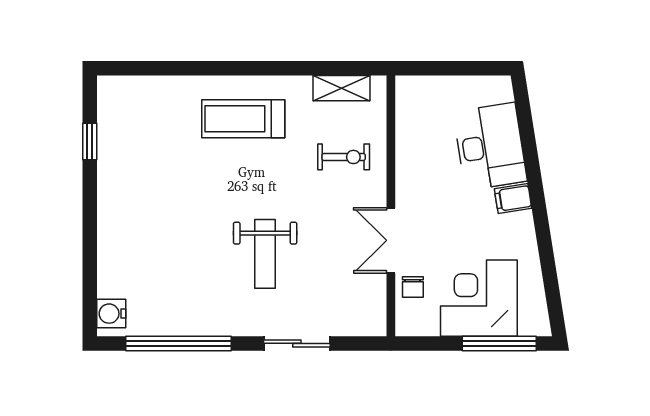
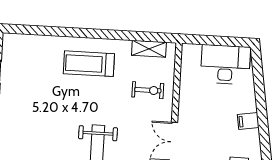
desk: (490, 146) -> (225, 64), moved, turned -81

